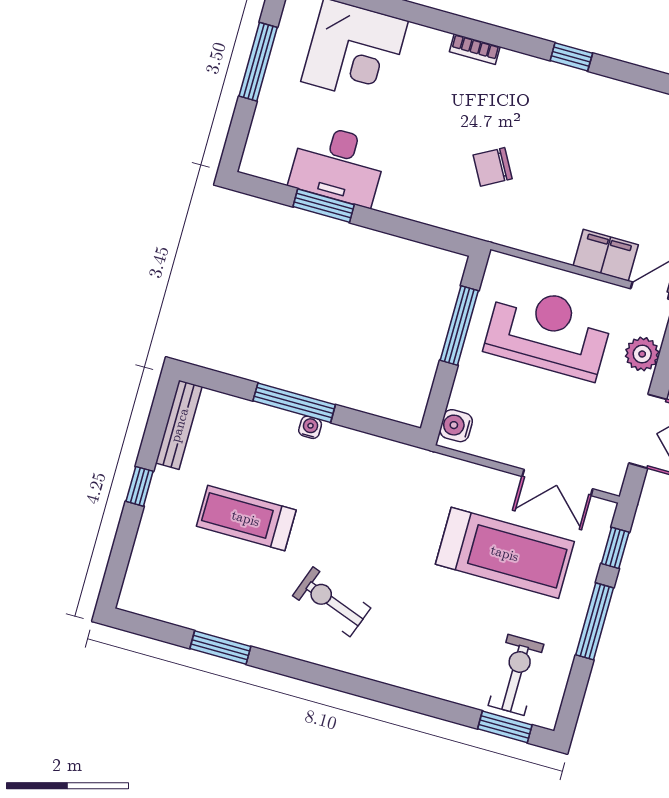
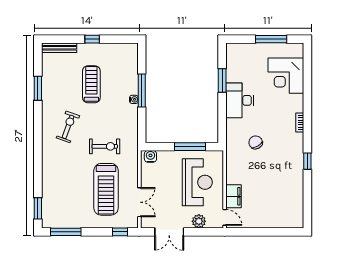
desk: (338, 165) -> (240, 100), moved
bench: (179, 425) -> (59, 48), moved
double door: (557, 483) -> (139, 202), swing flipped
window: (595, 621) -> (66, 232), moved
exercise bike: (516, 675) -> (105, 146), moved

